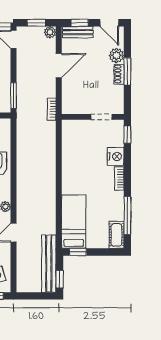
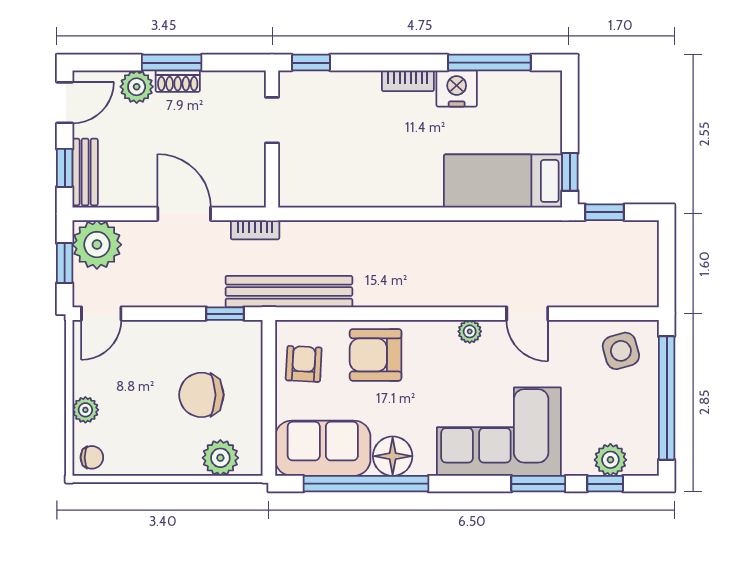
plant: (50, 32) -> (97, 245), width x1.88, depth x1.88
door: (59, 66) -> (184, 214), moved
window: (14, 96) -> (225, 314), width x0.67
nightstand: (116, 156) -> (457, 88), moved
cot: (116, 235) -> (532, 87), removed
bench: (49, 264) -> (289, 292), moved
window: (59, 279) -> (605, 212), moved

